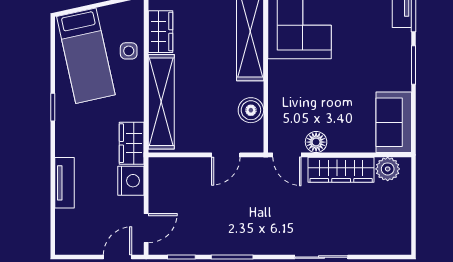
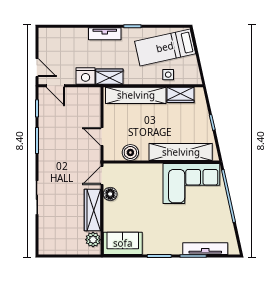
tv unit: (65, 183) -> (105, 34), moved

